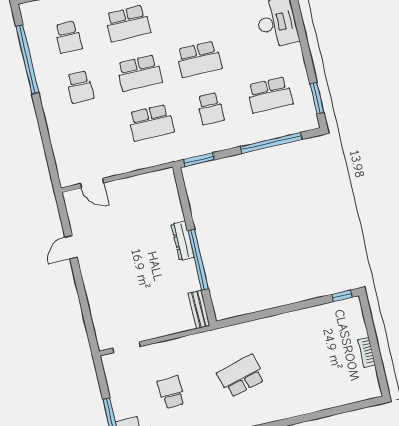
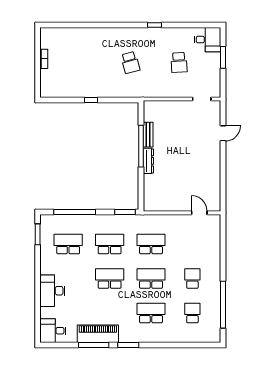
school desk: (210, 109) -> (110, 244), width x1.85
door: (71, 247) -> (223, 133), moved
window: (342, 296) -> (91, 100), moved
bench: (199, 310) -> (148, 135), moved
school desk: (241, 376) -> (130, 62), width x0.54

